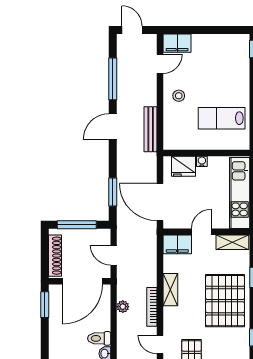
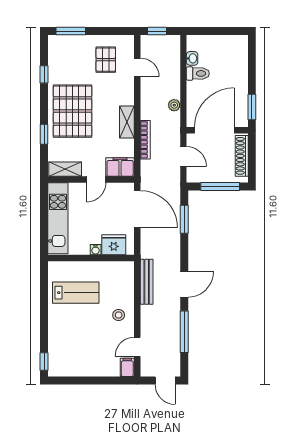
filing cabinet: (177, 43) -> (127, 367), width x0.50
bookcase: (152, 307) -> (145, 140), moved

